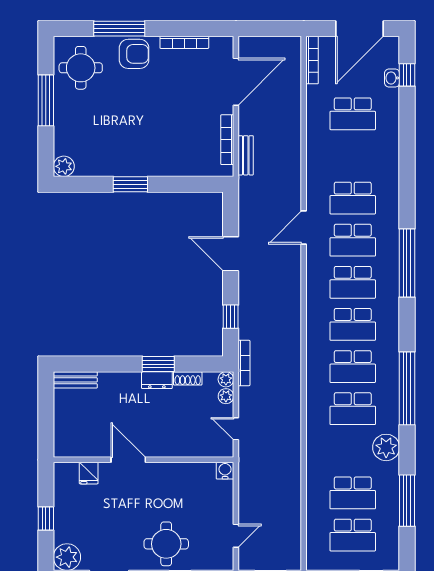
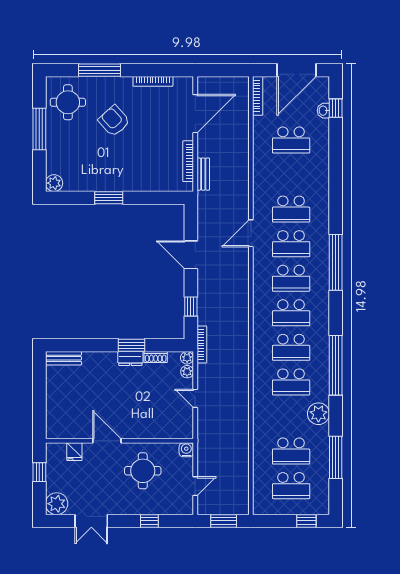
armchair: (134, 54) -> (114, 121), moved, turned -132
door: (128, 460) -> (107, 441), moved
wall: (144, 460) -> (119, 441), moved
water cooler: (225, 471) -> (186, 450), moved
fridge: (89, 473) -> (74, 452), moved
round table: (166, 544) -> (143, 471), moved

